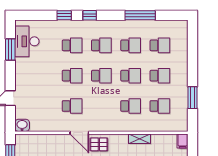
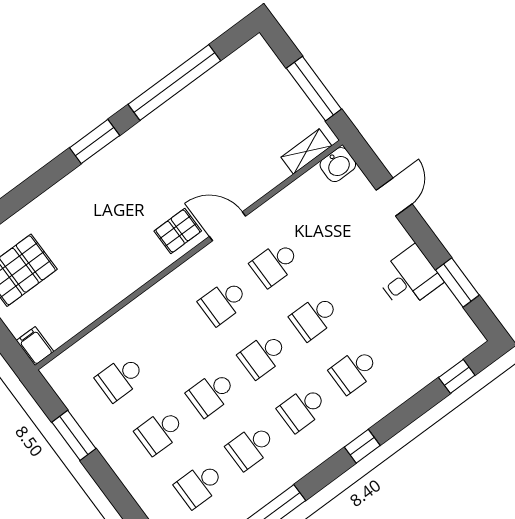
window: (64, 15) -> (457, 376), moved
desk: (27, 41) -> (409, 278), moved, width x0.73
school desk: (131, 106) -> (223, 302), moved
shelving: (139, 139) -> (306, 151), moved

